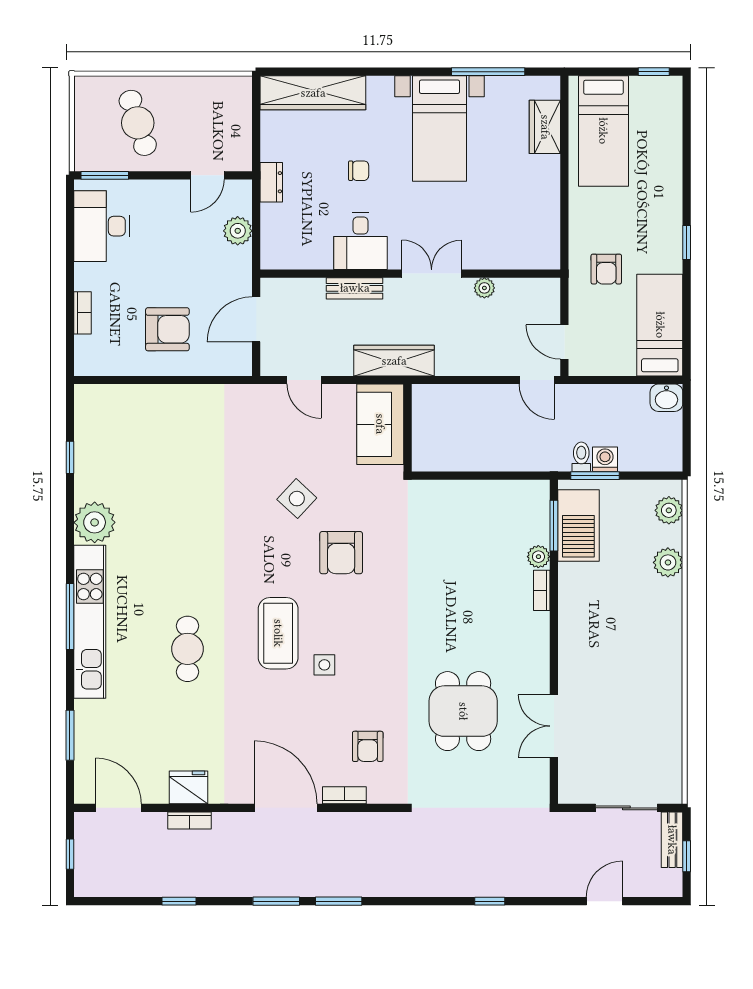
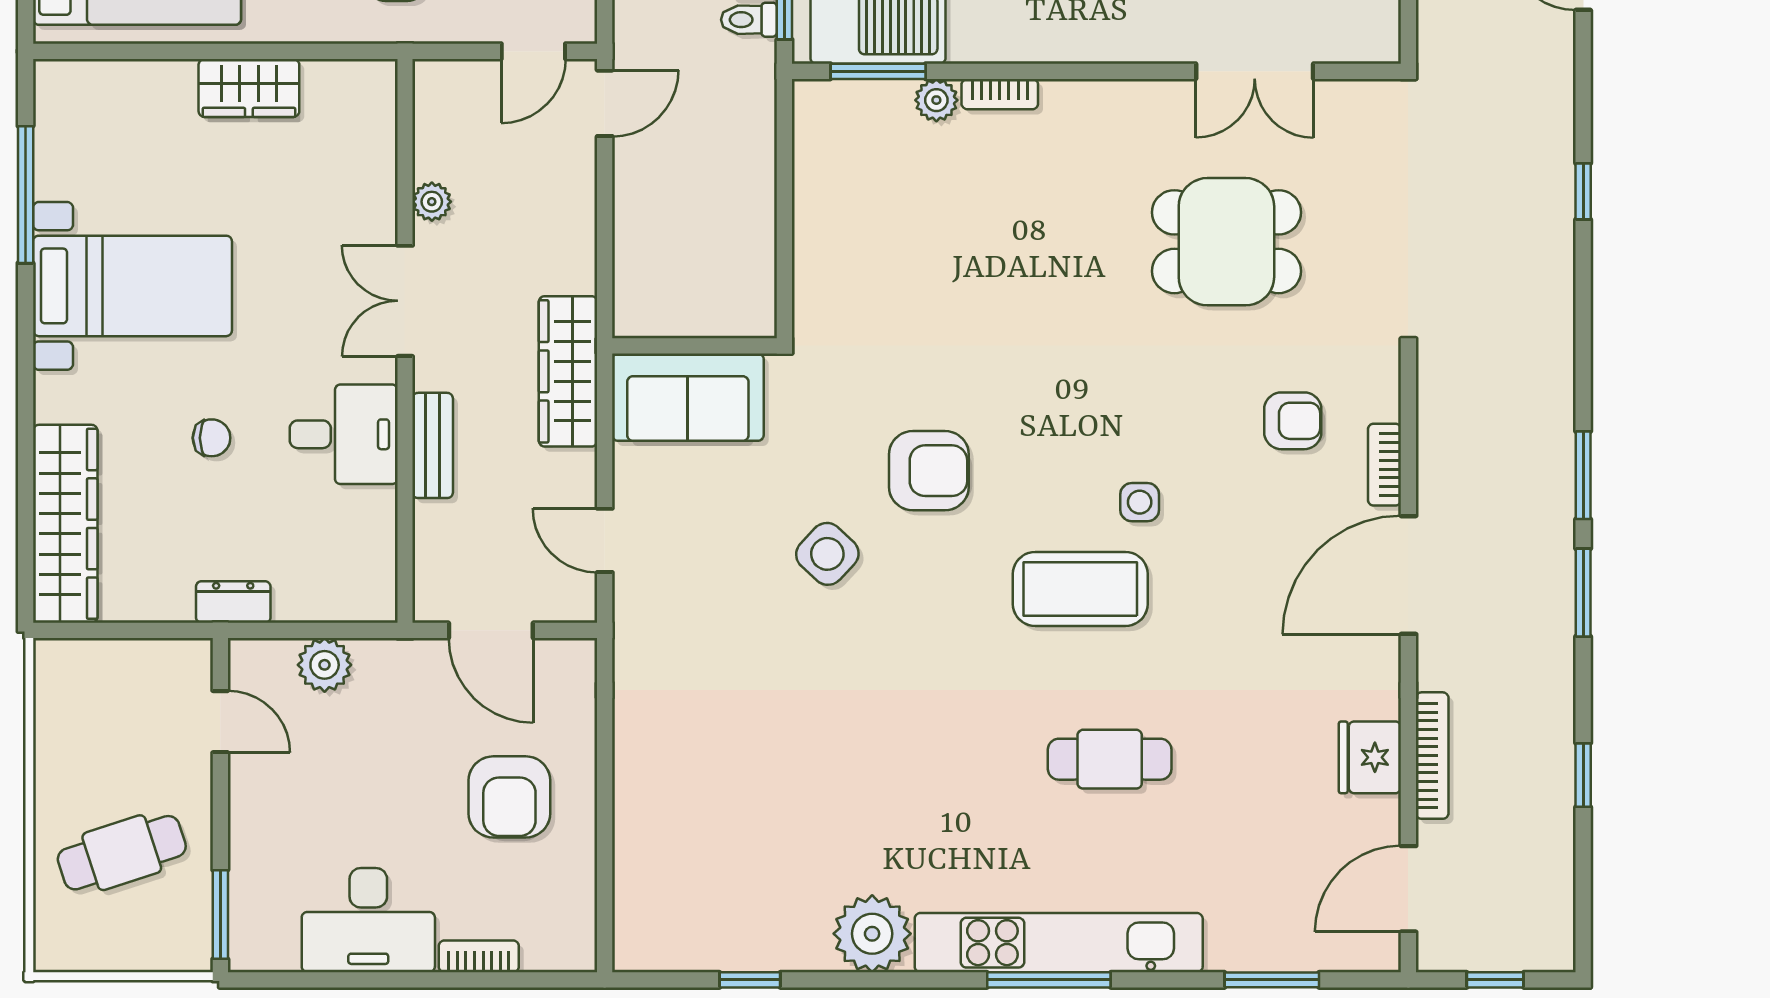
wardrobe: (545, 127) -> (249, 88), moved
chair: (359, 171) -> (212, 438), turned 90
desk: (102, 226) -> (368, 920), moved
armchair: (167, 329) -> (509, 797), turned 180
door: (304, 380) -> (605, 540), swing flipped
bookcase: (189, 821) -> (1432, 756), width x1.56

